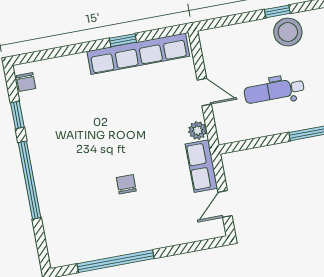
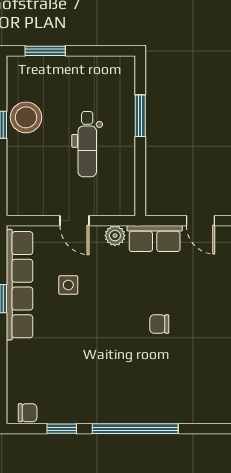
door: (204, 92) -> (74, 221), swing flipped
side table: (146, 97) -> (68, 285), added

